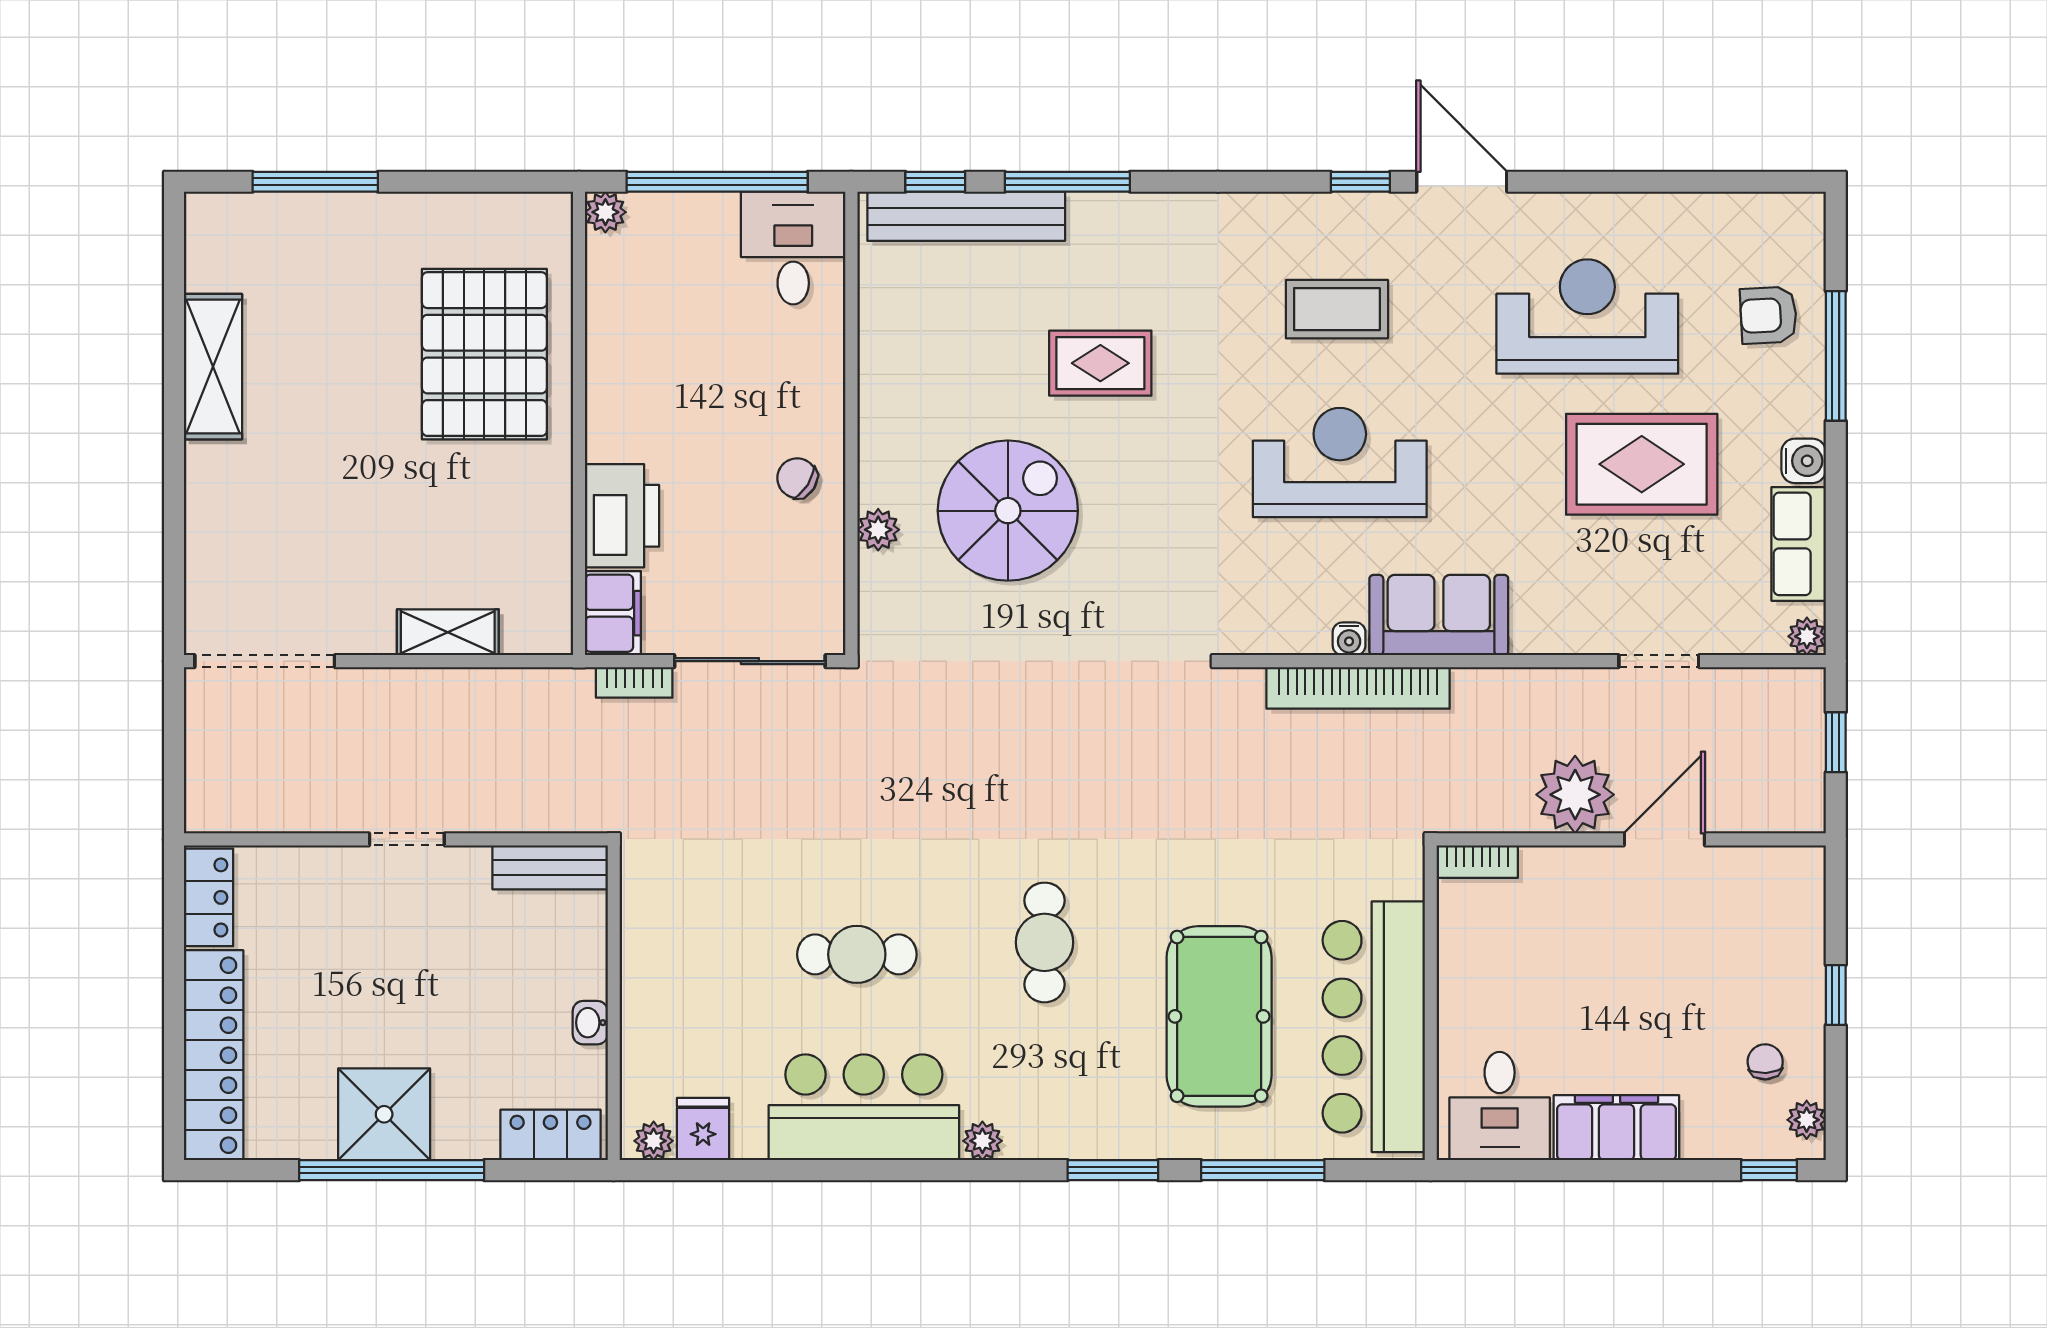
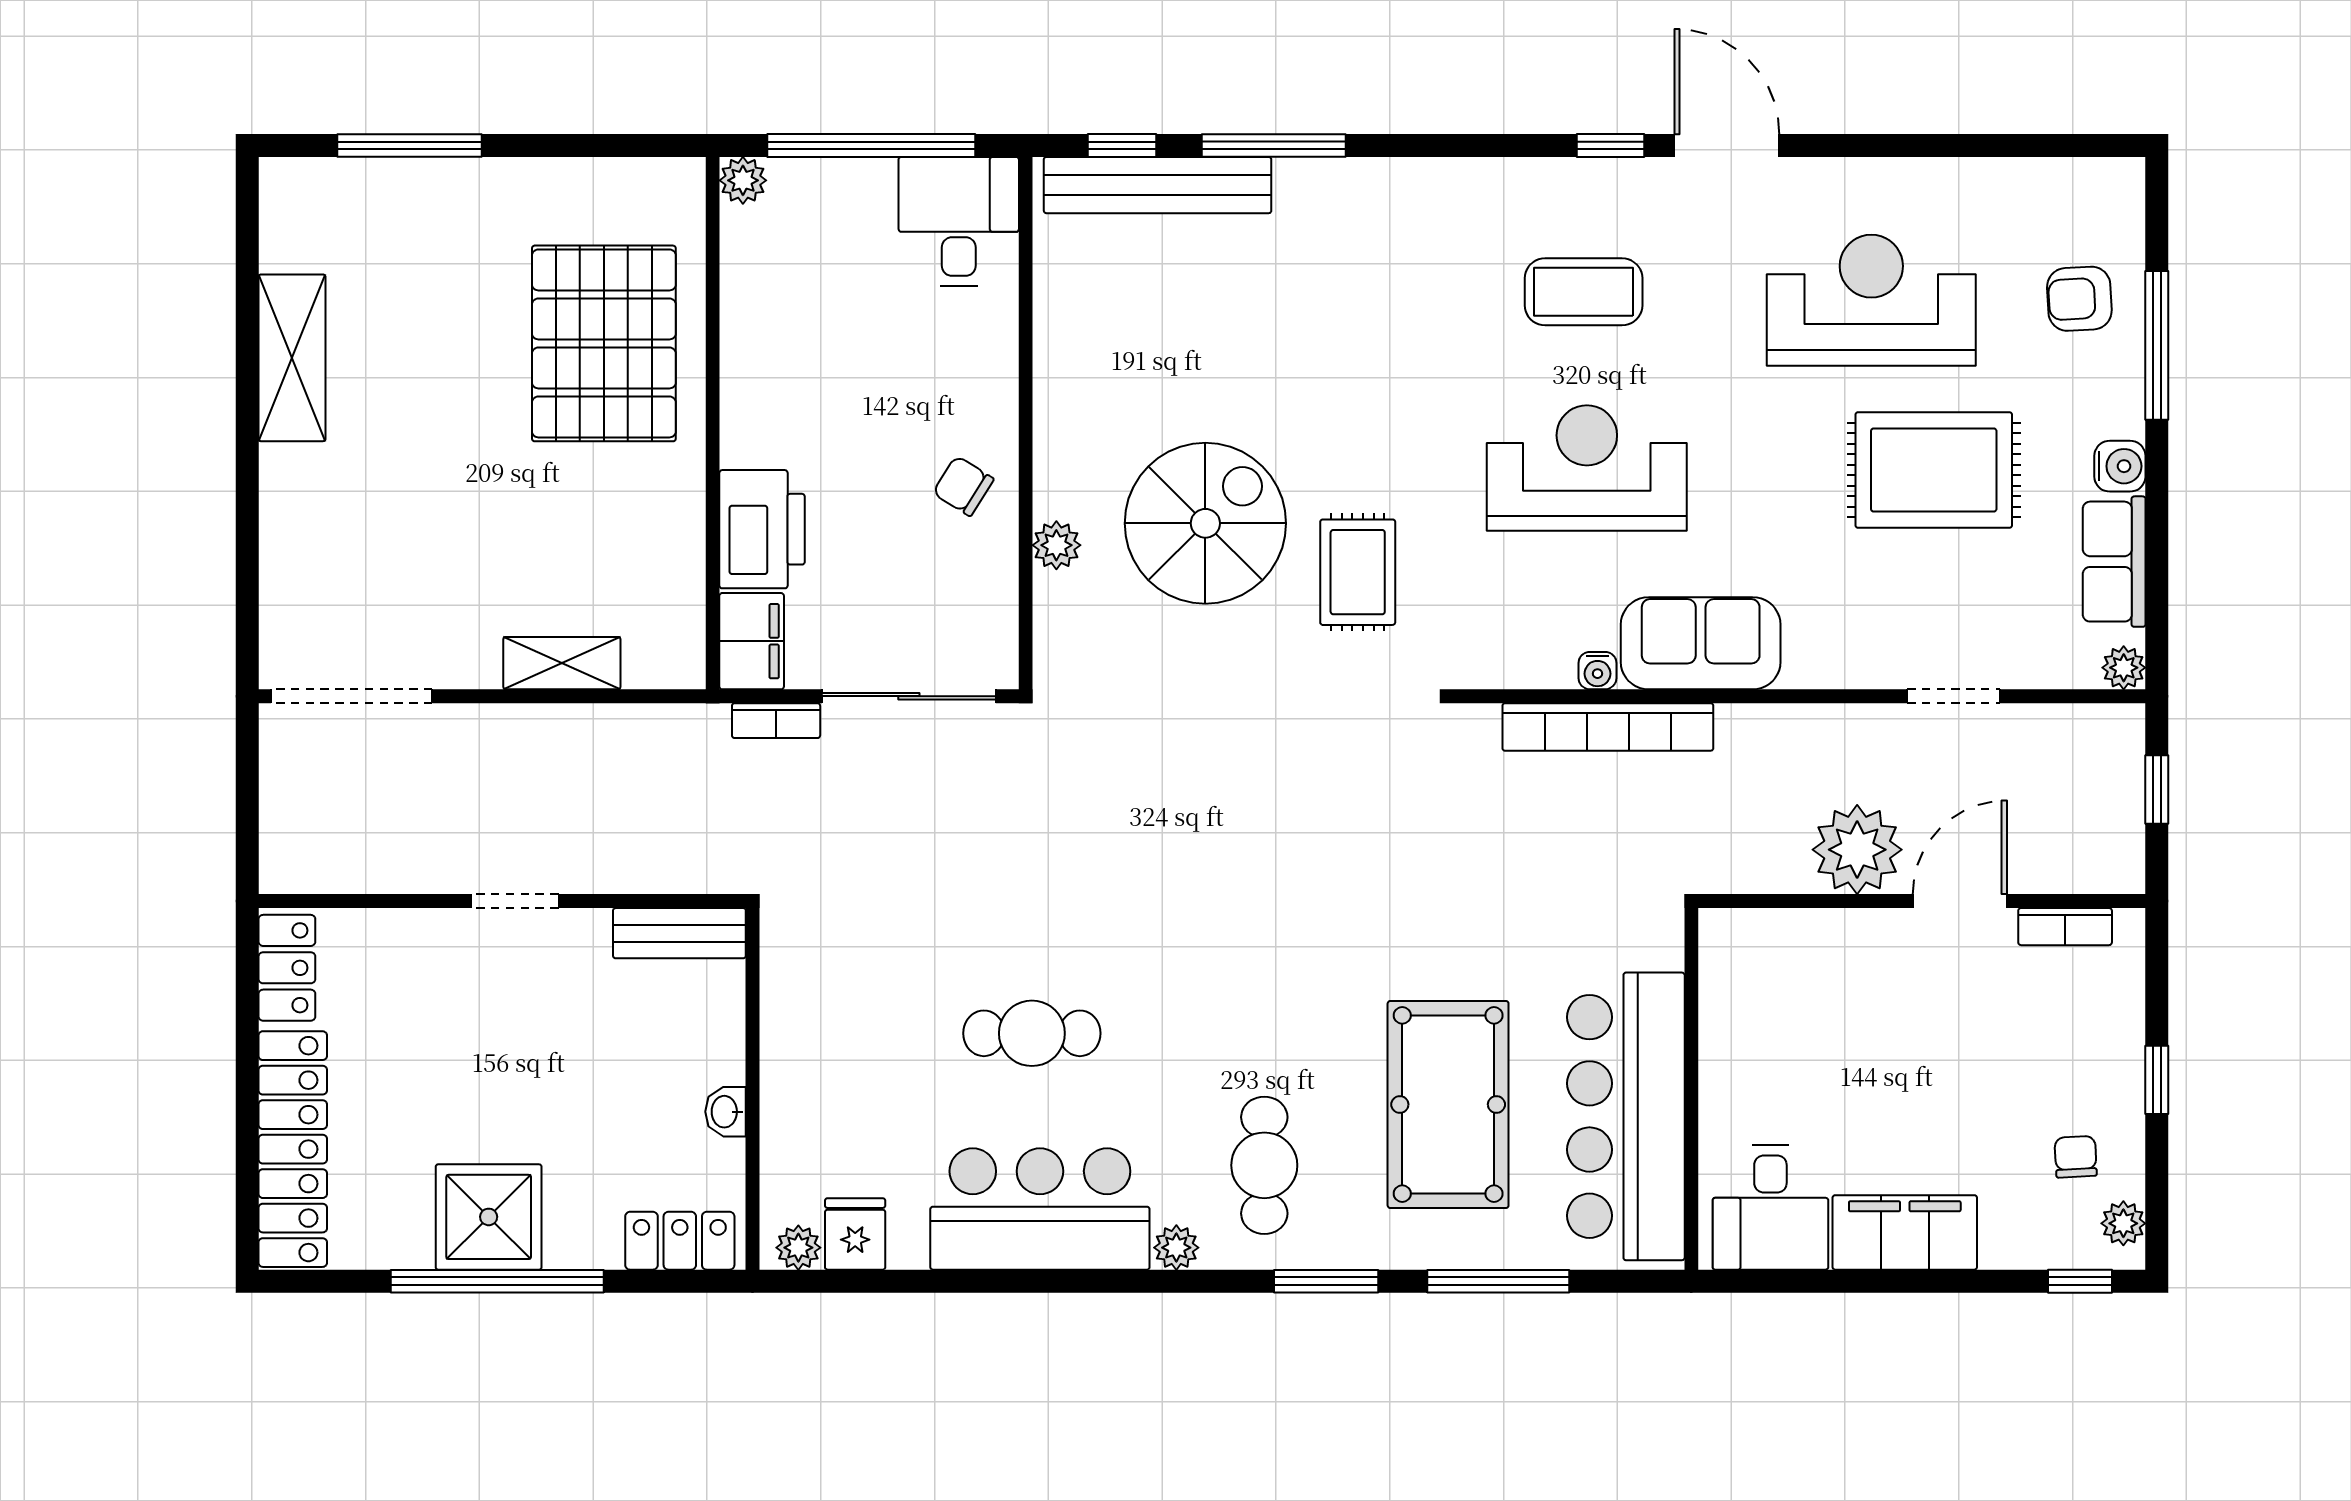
rug: (1100, 363) -> (1358, 572), moved, turned 90
bookcase: (1477, 862) -> (2065, 927), moved
cafe table: (1044, 942) -> (1264, 1165), moved

